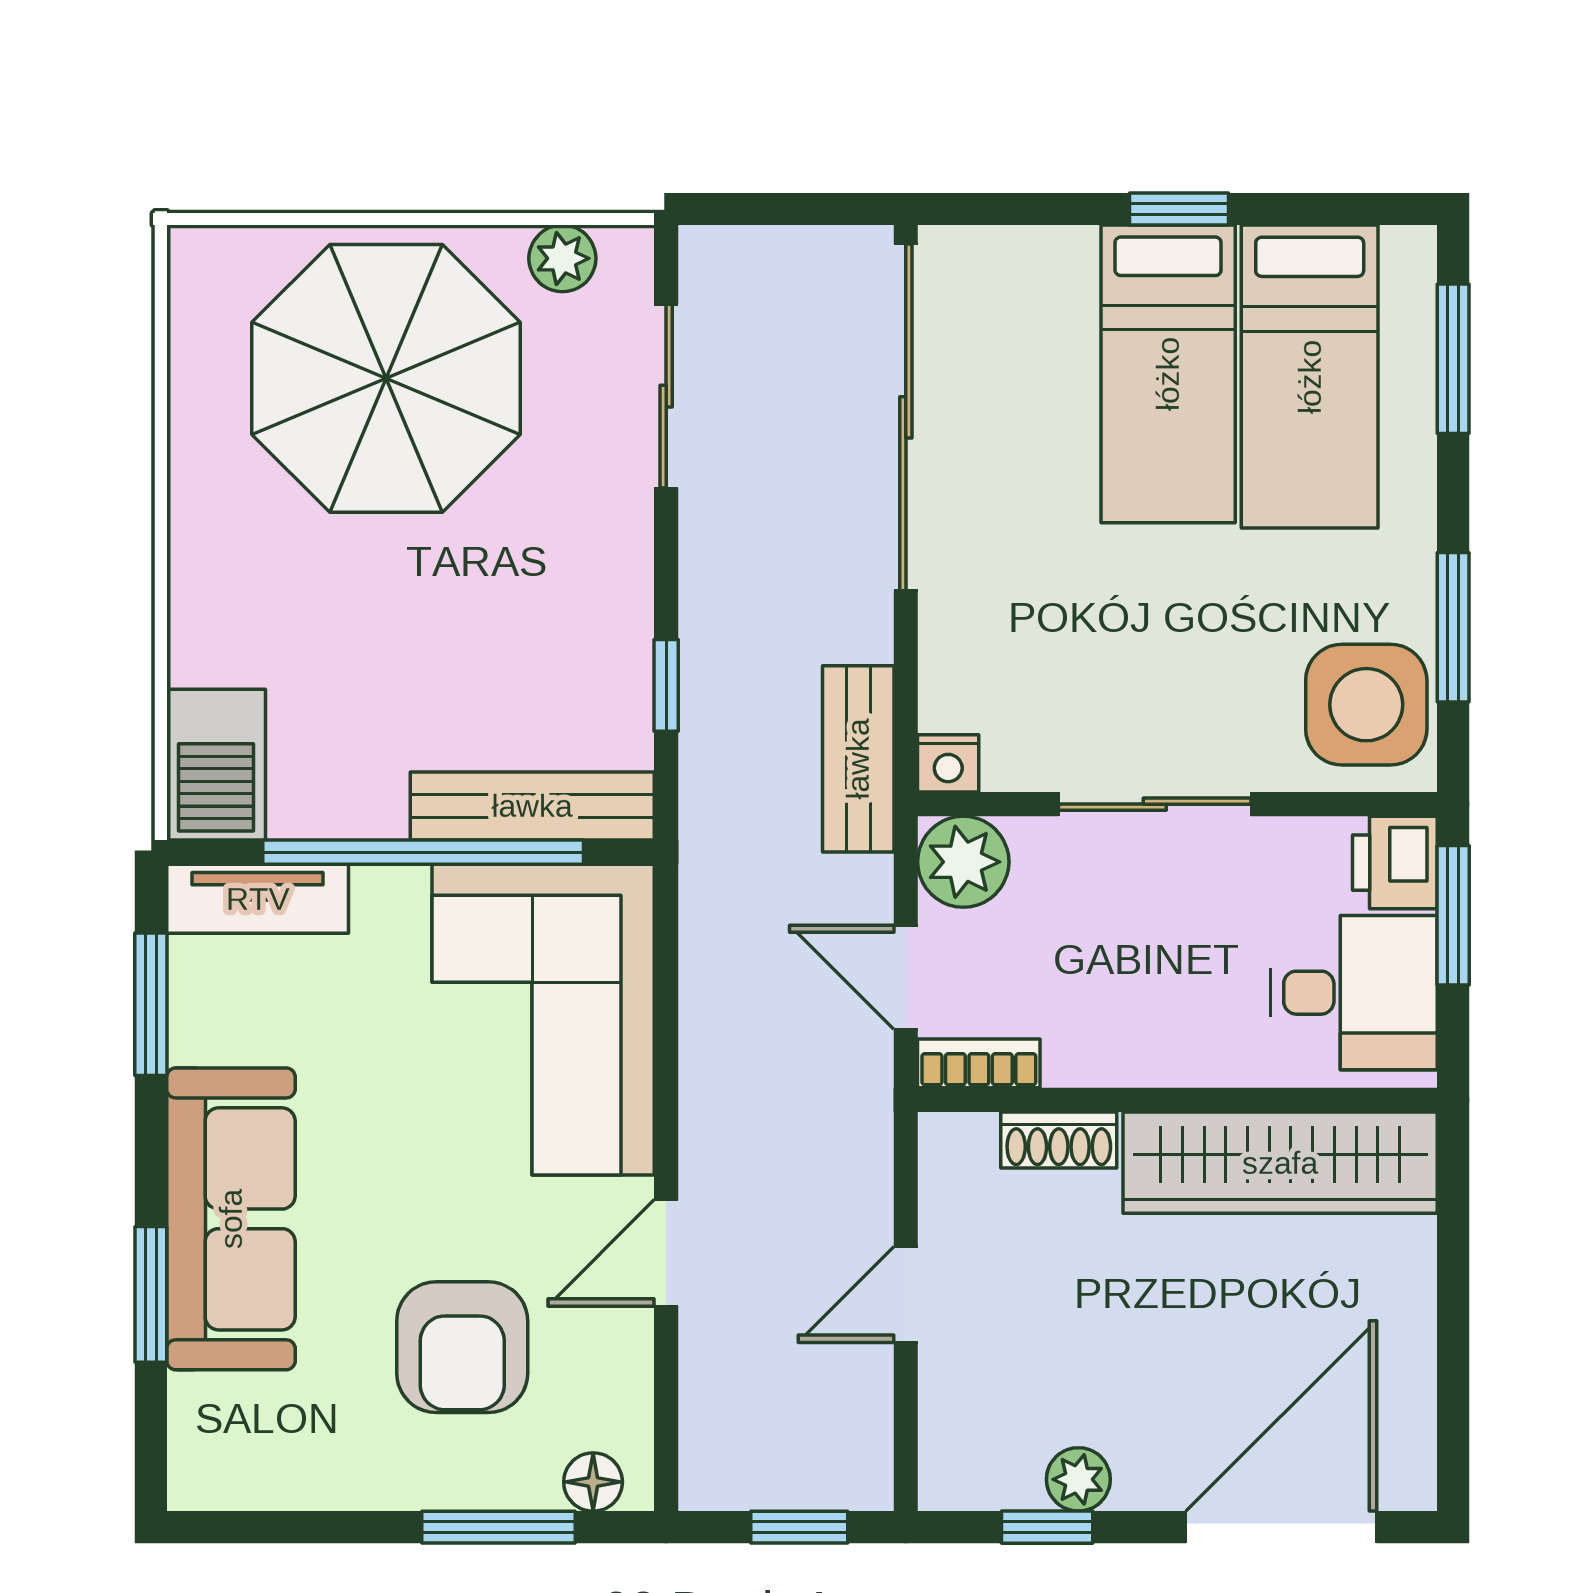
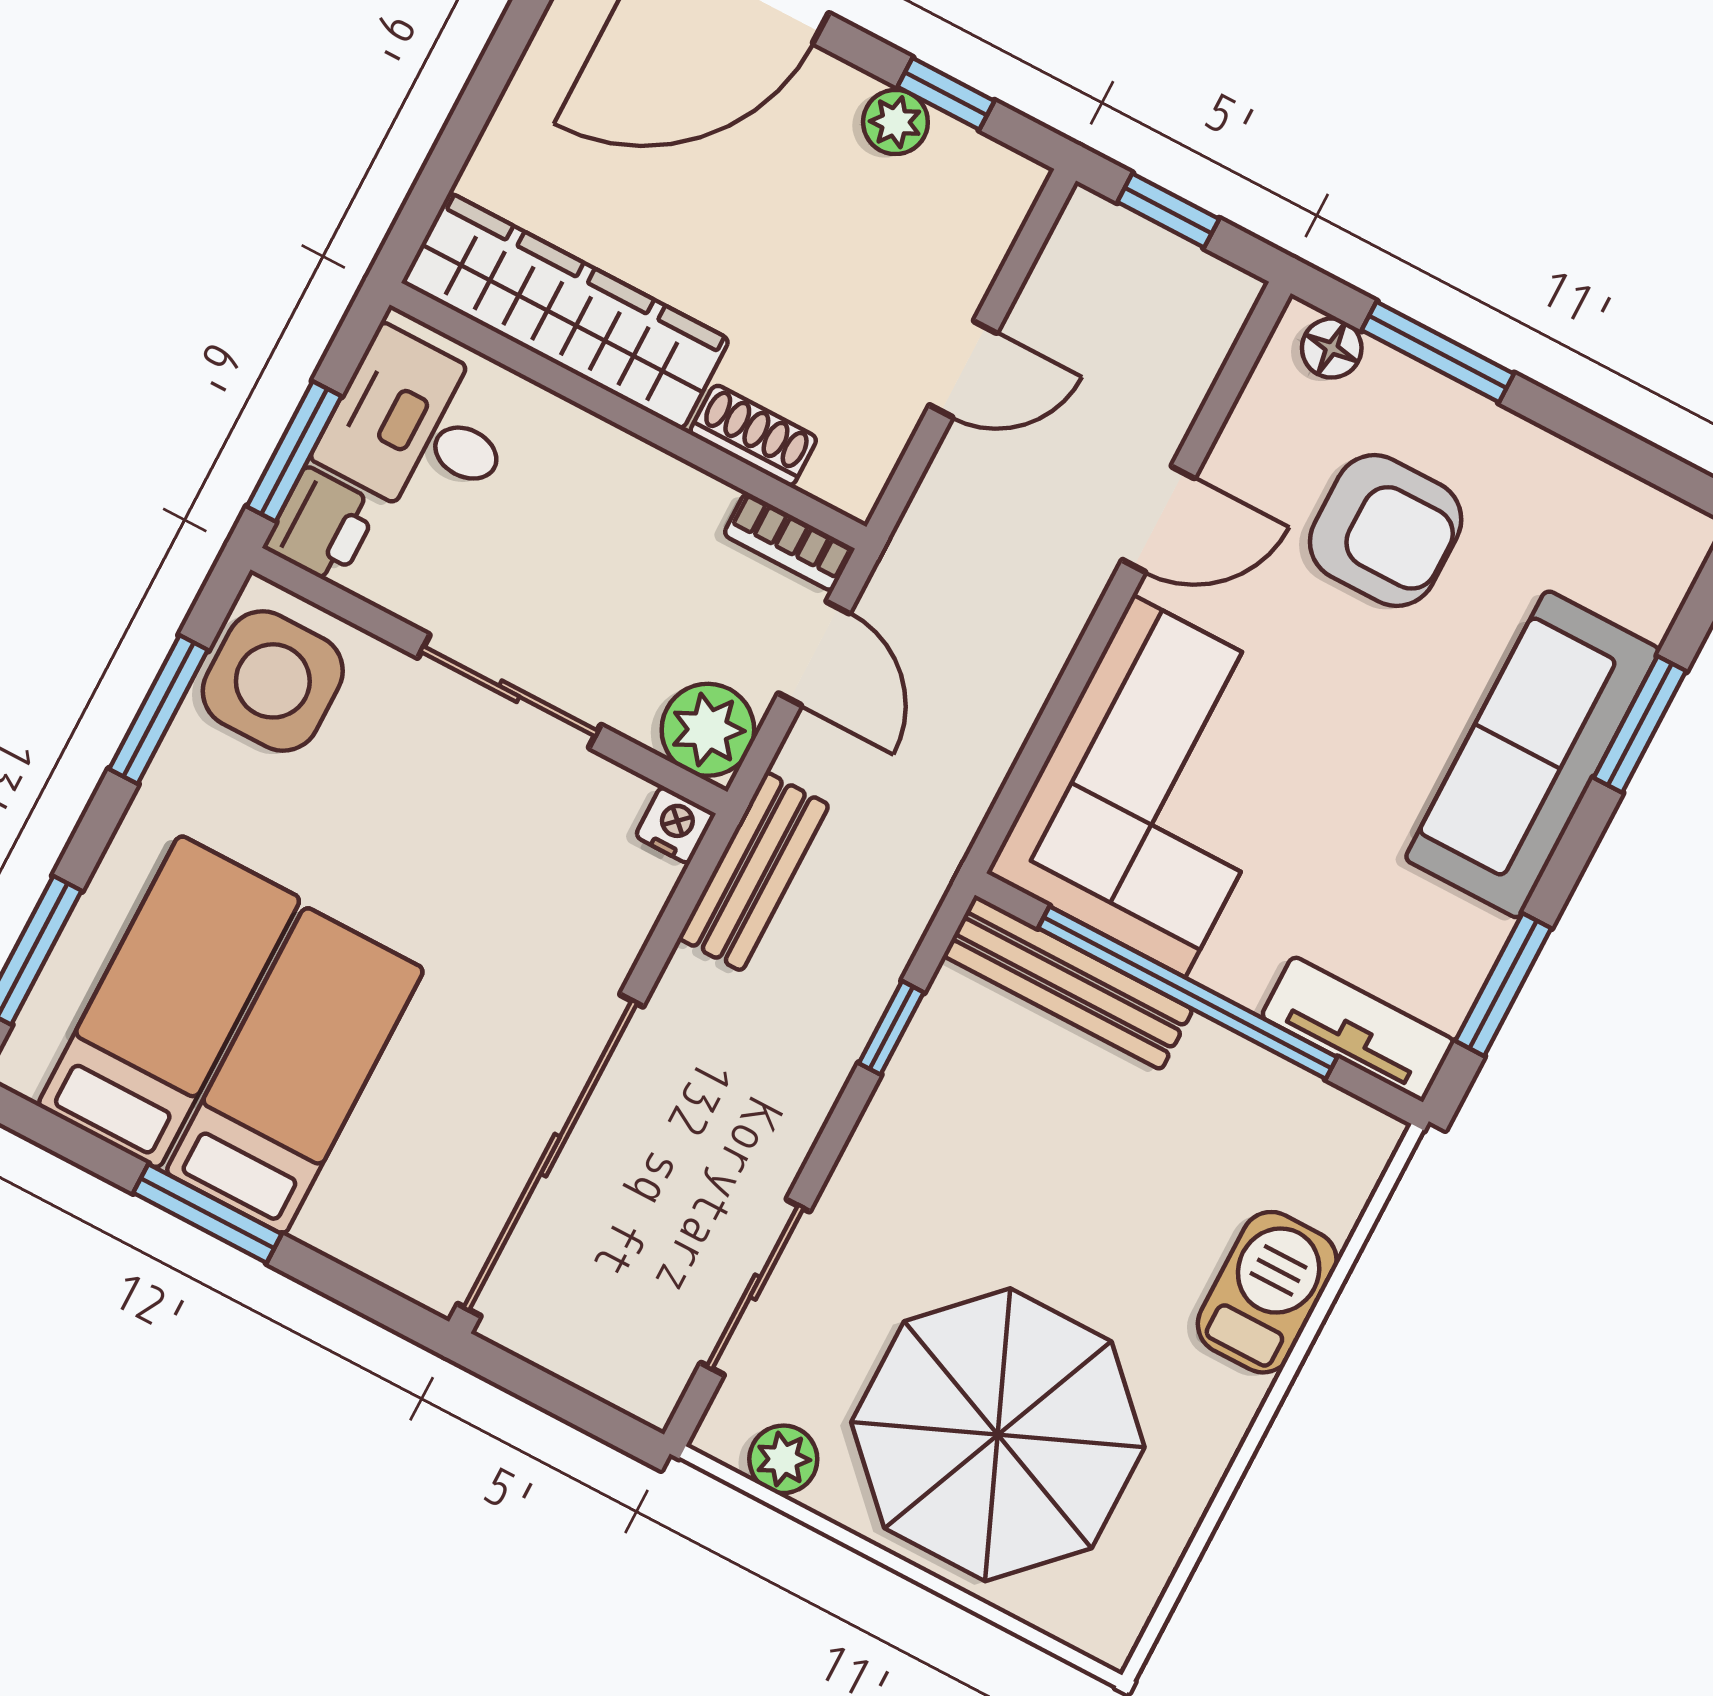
window: (1179, 209) -> (207, 1213), width x1.50
barbecue: (216, 765) -> (1267, 1292), moved
armchair: (462, 1347) -> (1386, 531), turned 90

